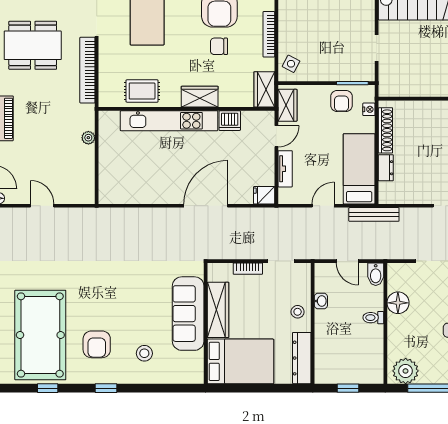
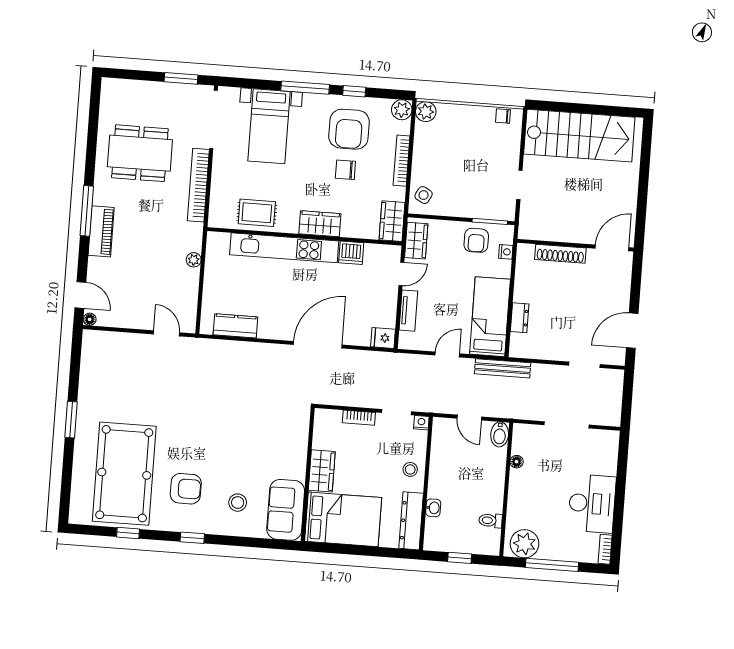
shoe rack: (385, 130) -> (560, 254), moved, turned 90
kitchen counter: (130, 194) -> (235, 326), added
door: (42, 206) -> (166, 333), moved
nightstand: (304, 269) -> (421, 423), added
washbasin: (321, 301) -> (433, 508), moved
floor lamp: (398, 303) -> (517, 462), width x0.53, depth x0.53
wardrobe: (218, 310) -> (322, 471), width x0.67
sofa: (188, 314) -> (286, 510), moved, width x0.73
toilet: (373, 318) -> (490, 521), moved
armchair: (97, 344) -> (186, 489), turned -90

